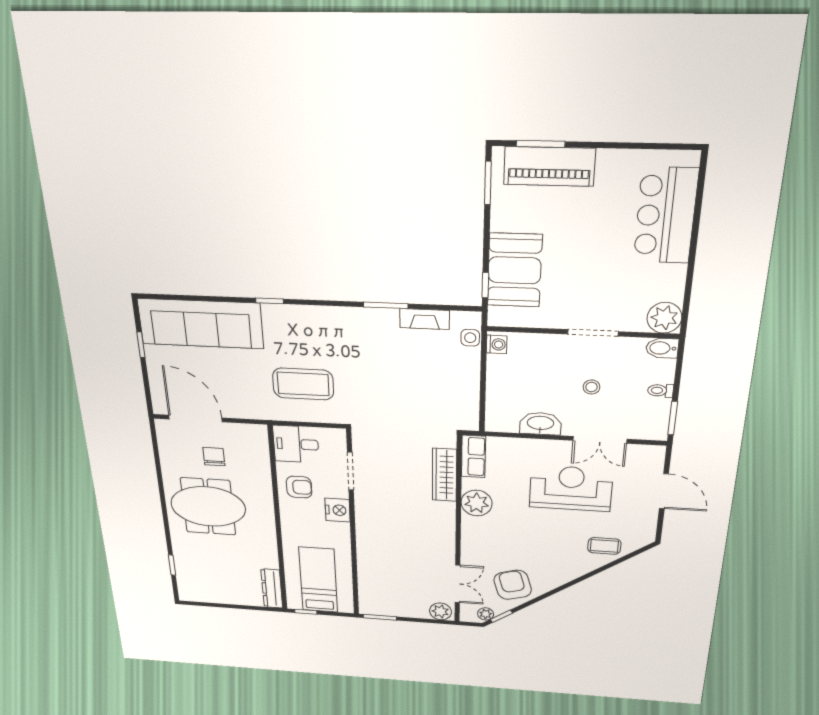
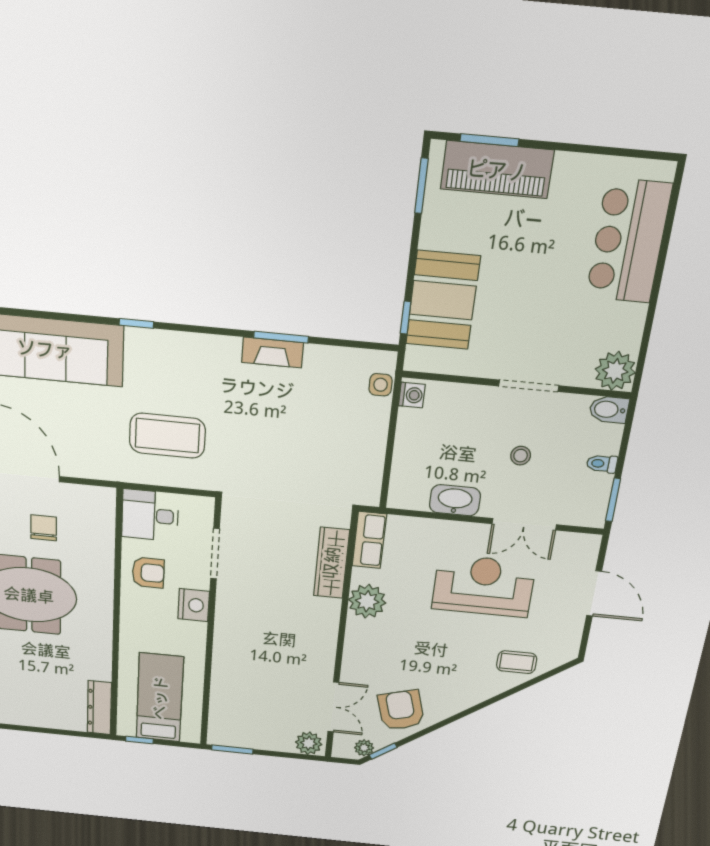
fireplace: (425, 319) -> (273, 352), moved

